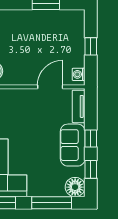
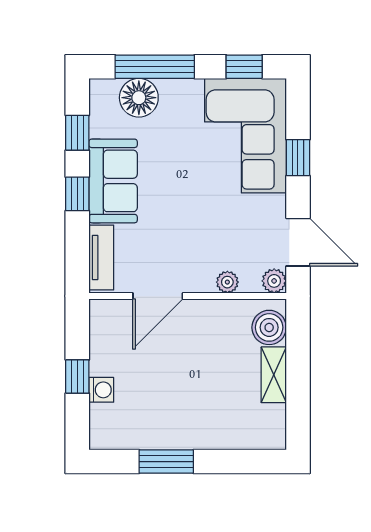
washing machine: (79, 74) -> (101, 390), moved
plant: (15, 94) -> (227, 282), added
floor lamp: (75, 187) -> (139, 98), moved

